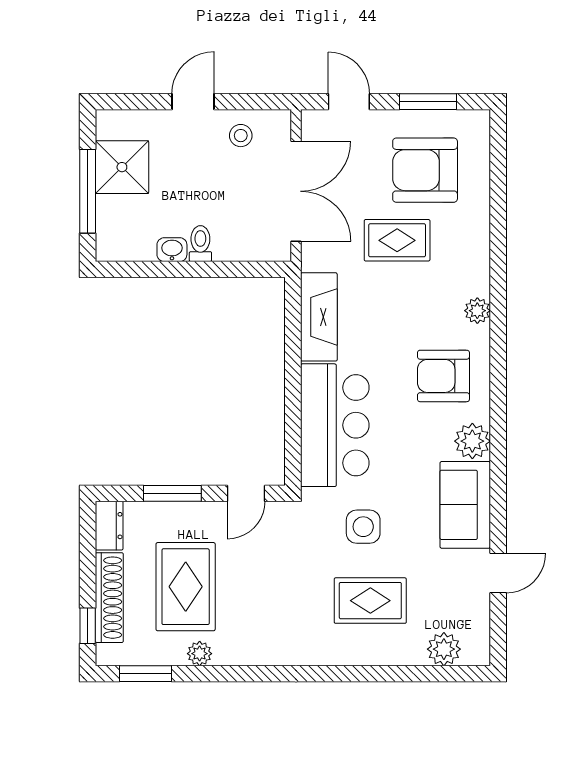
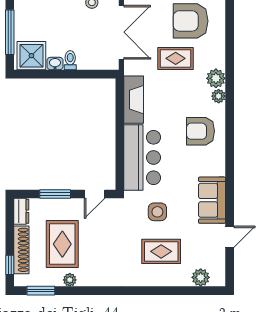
shower: (122, 167) -> (31, 56), moved
plant: (472, 441) -> (216, 78), moved

